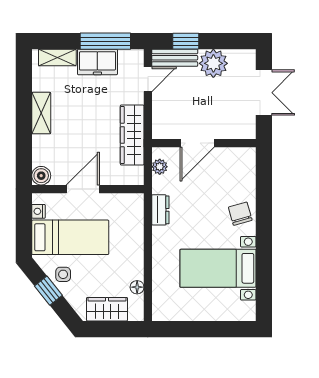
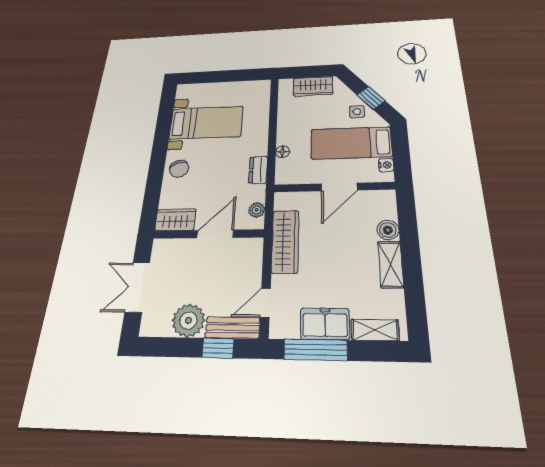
wardrobe: (237, 158) -> (176, 220), added
boiler: (41, 176) -> (388, 230), moved
floor lamp: (137, 287) -> (283, 152), moved

